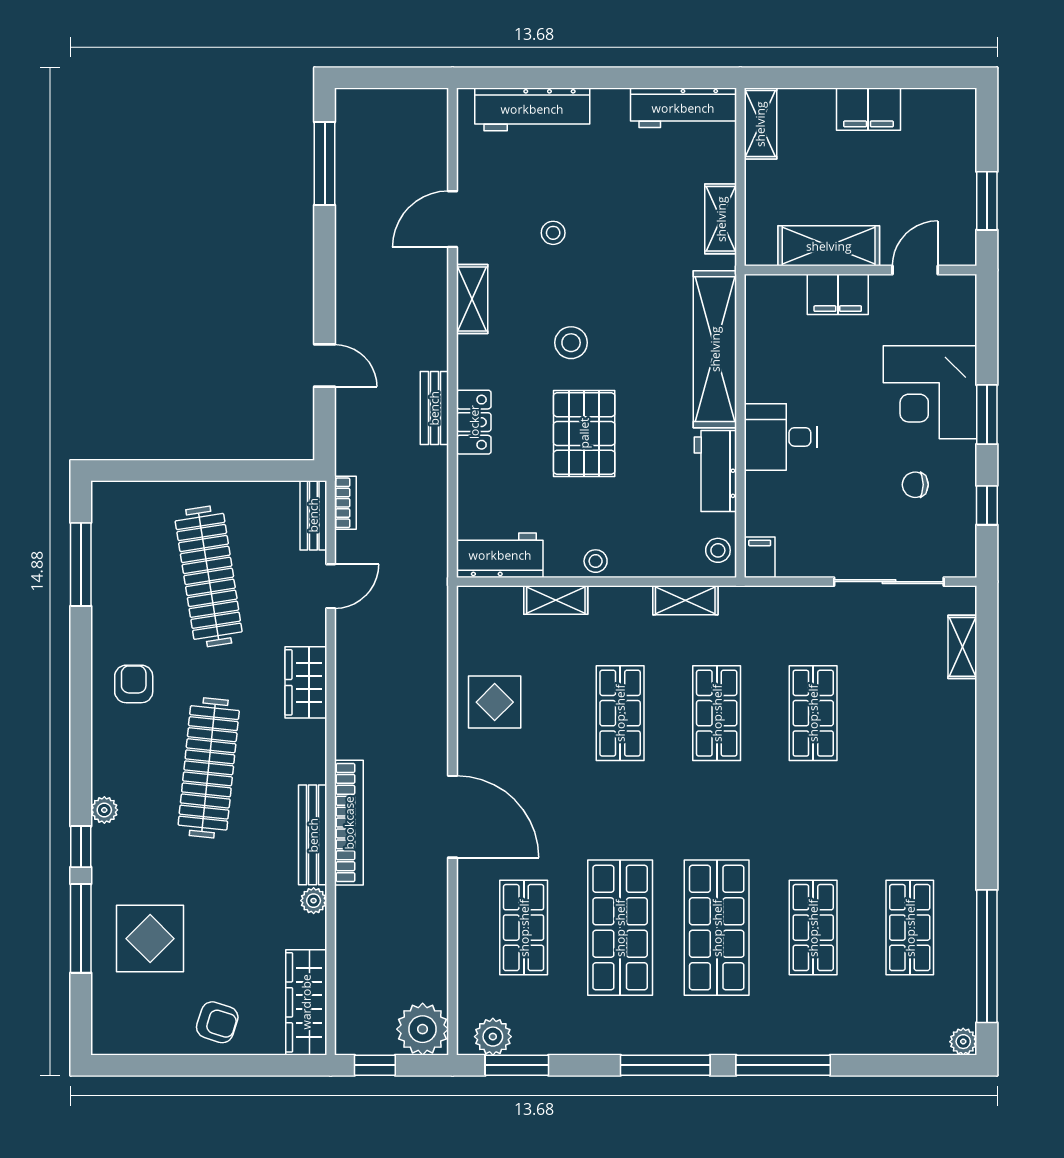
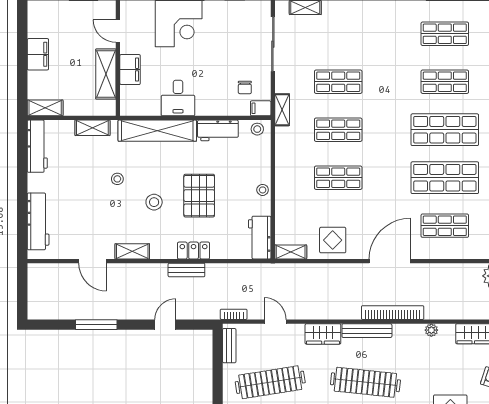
window: (325, 163) -> (96, 325), moved
stool: (553, 233) -> (117, 179), moved
pallet: (584, 433) -> (199, 196), turned 90
desk: (780, 437) -> (178, 98), moved
chair: (915, 485) -> (245, 87), moved
bench: (313, 515) -> (229, 346), moved, turned 90
shelving: (556, 600) -> (291, 252), moved, turned 90
shelving: (685, 600) -> (282, 110), moved
bench: (313, 835) -> (367, 331), moved

